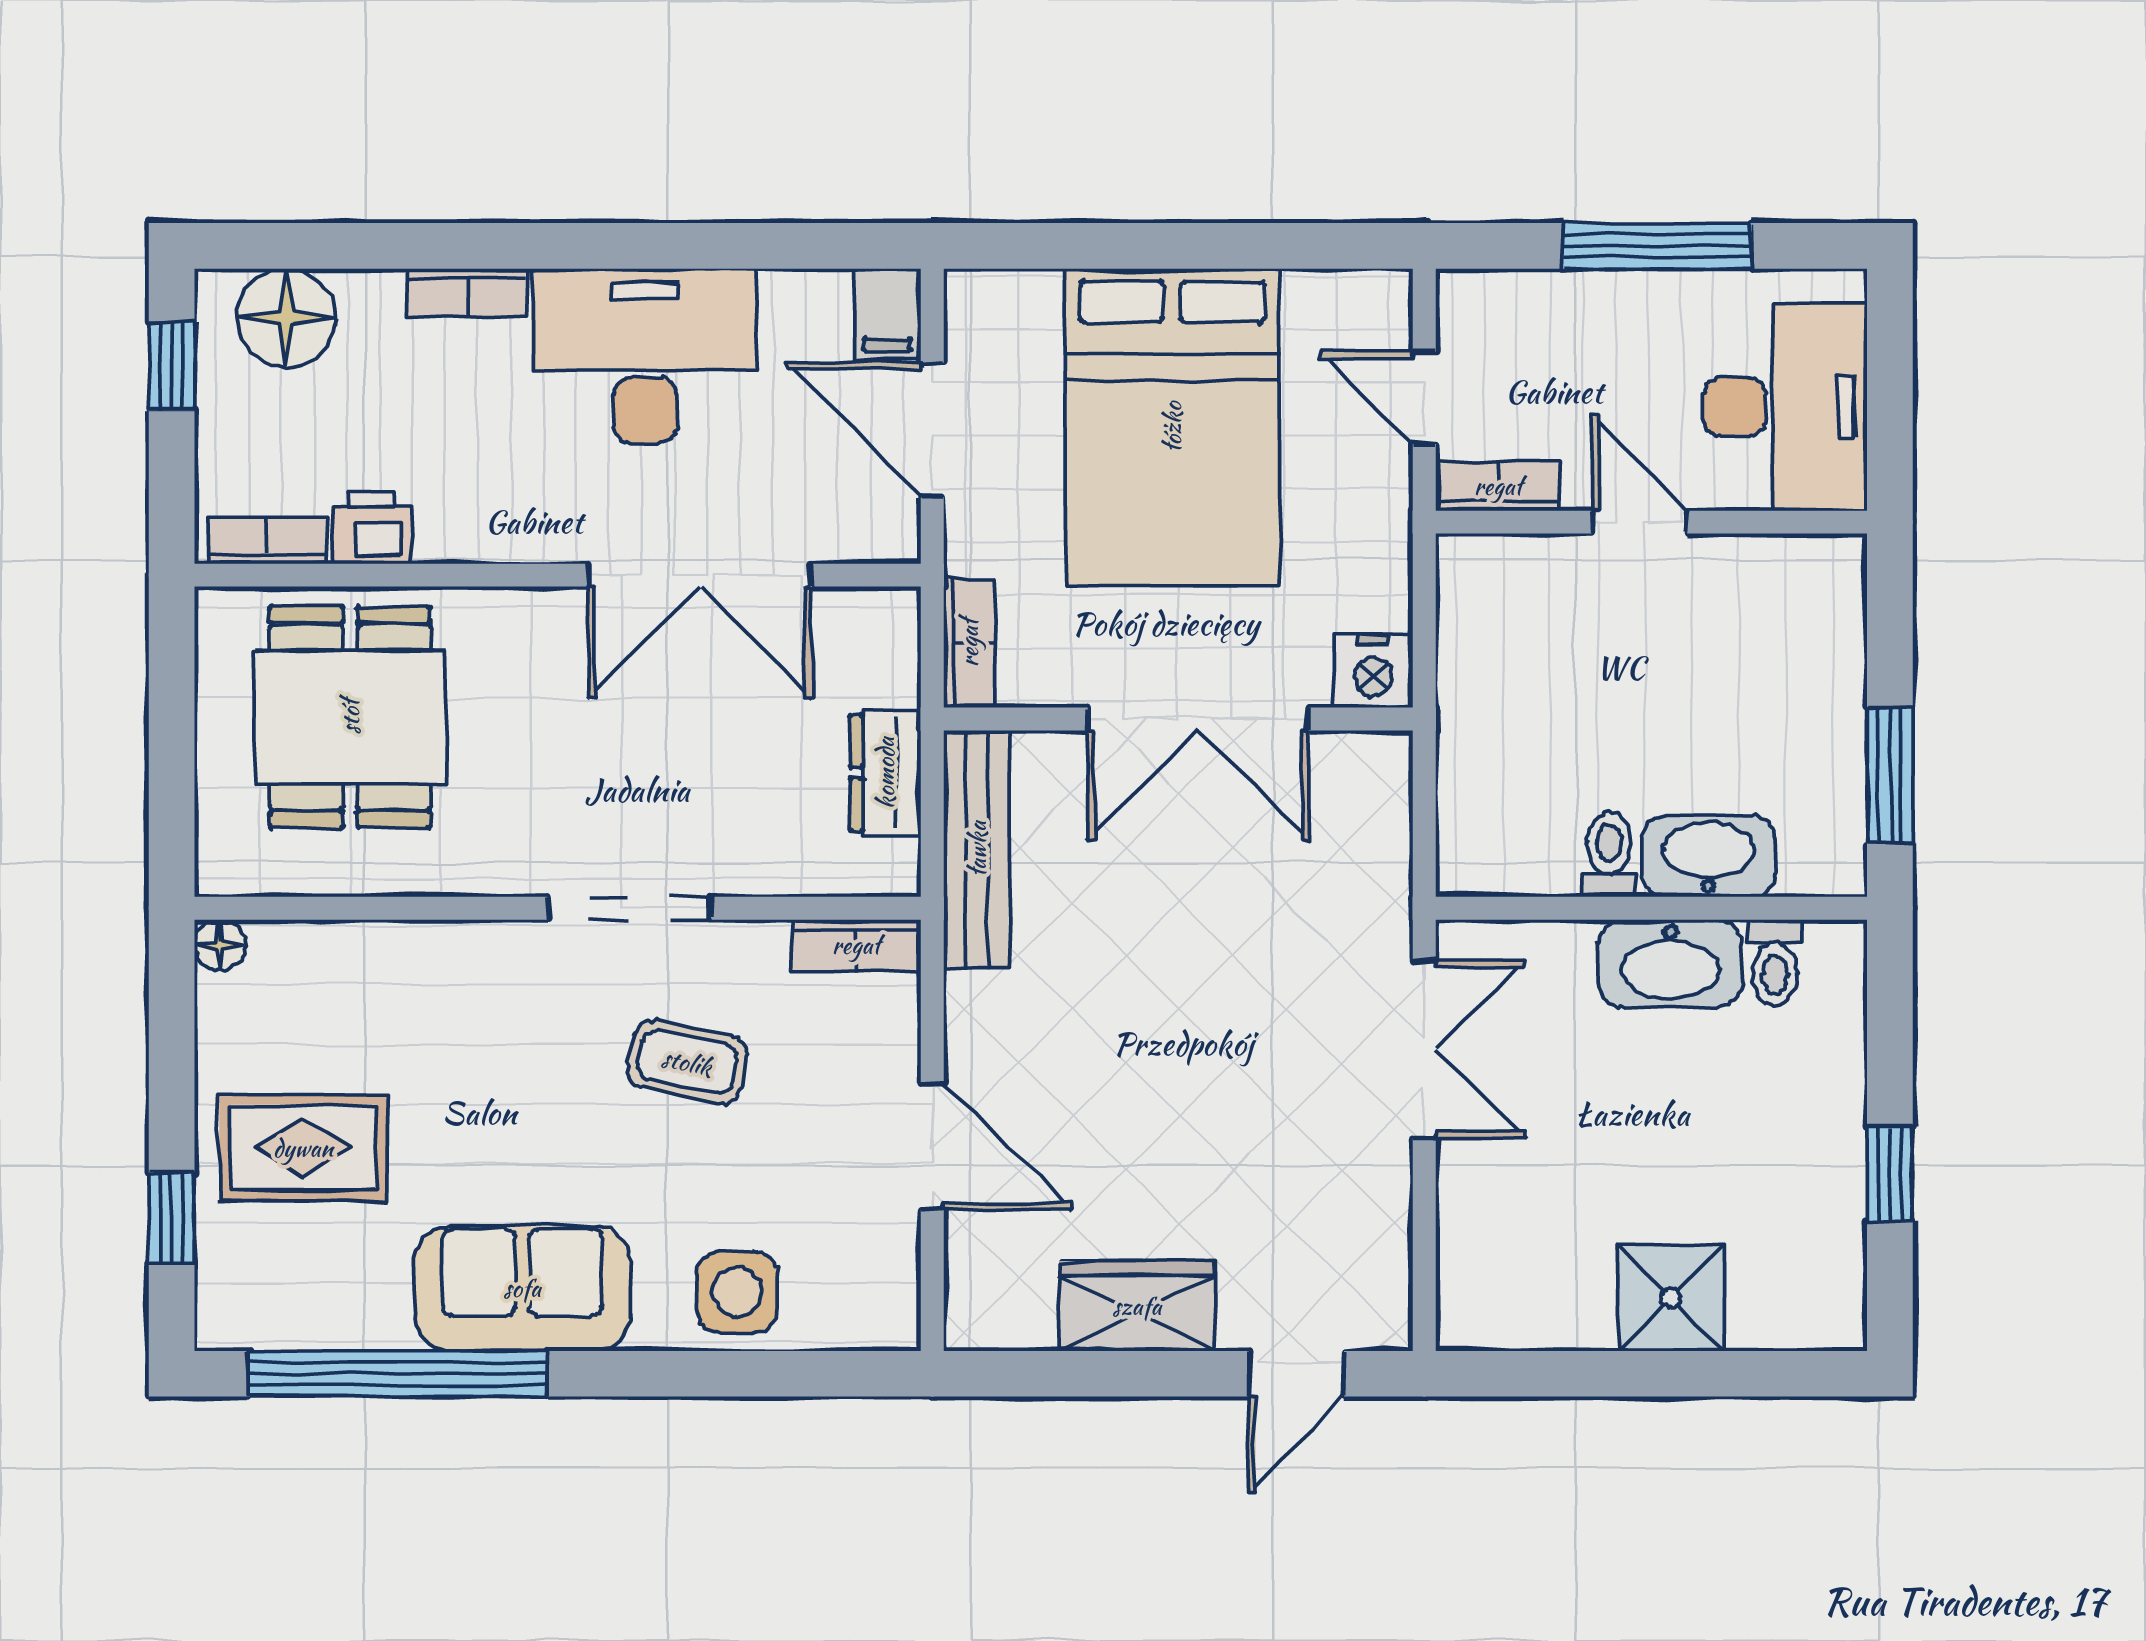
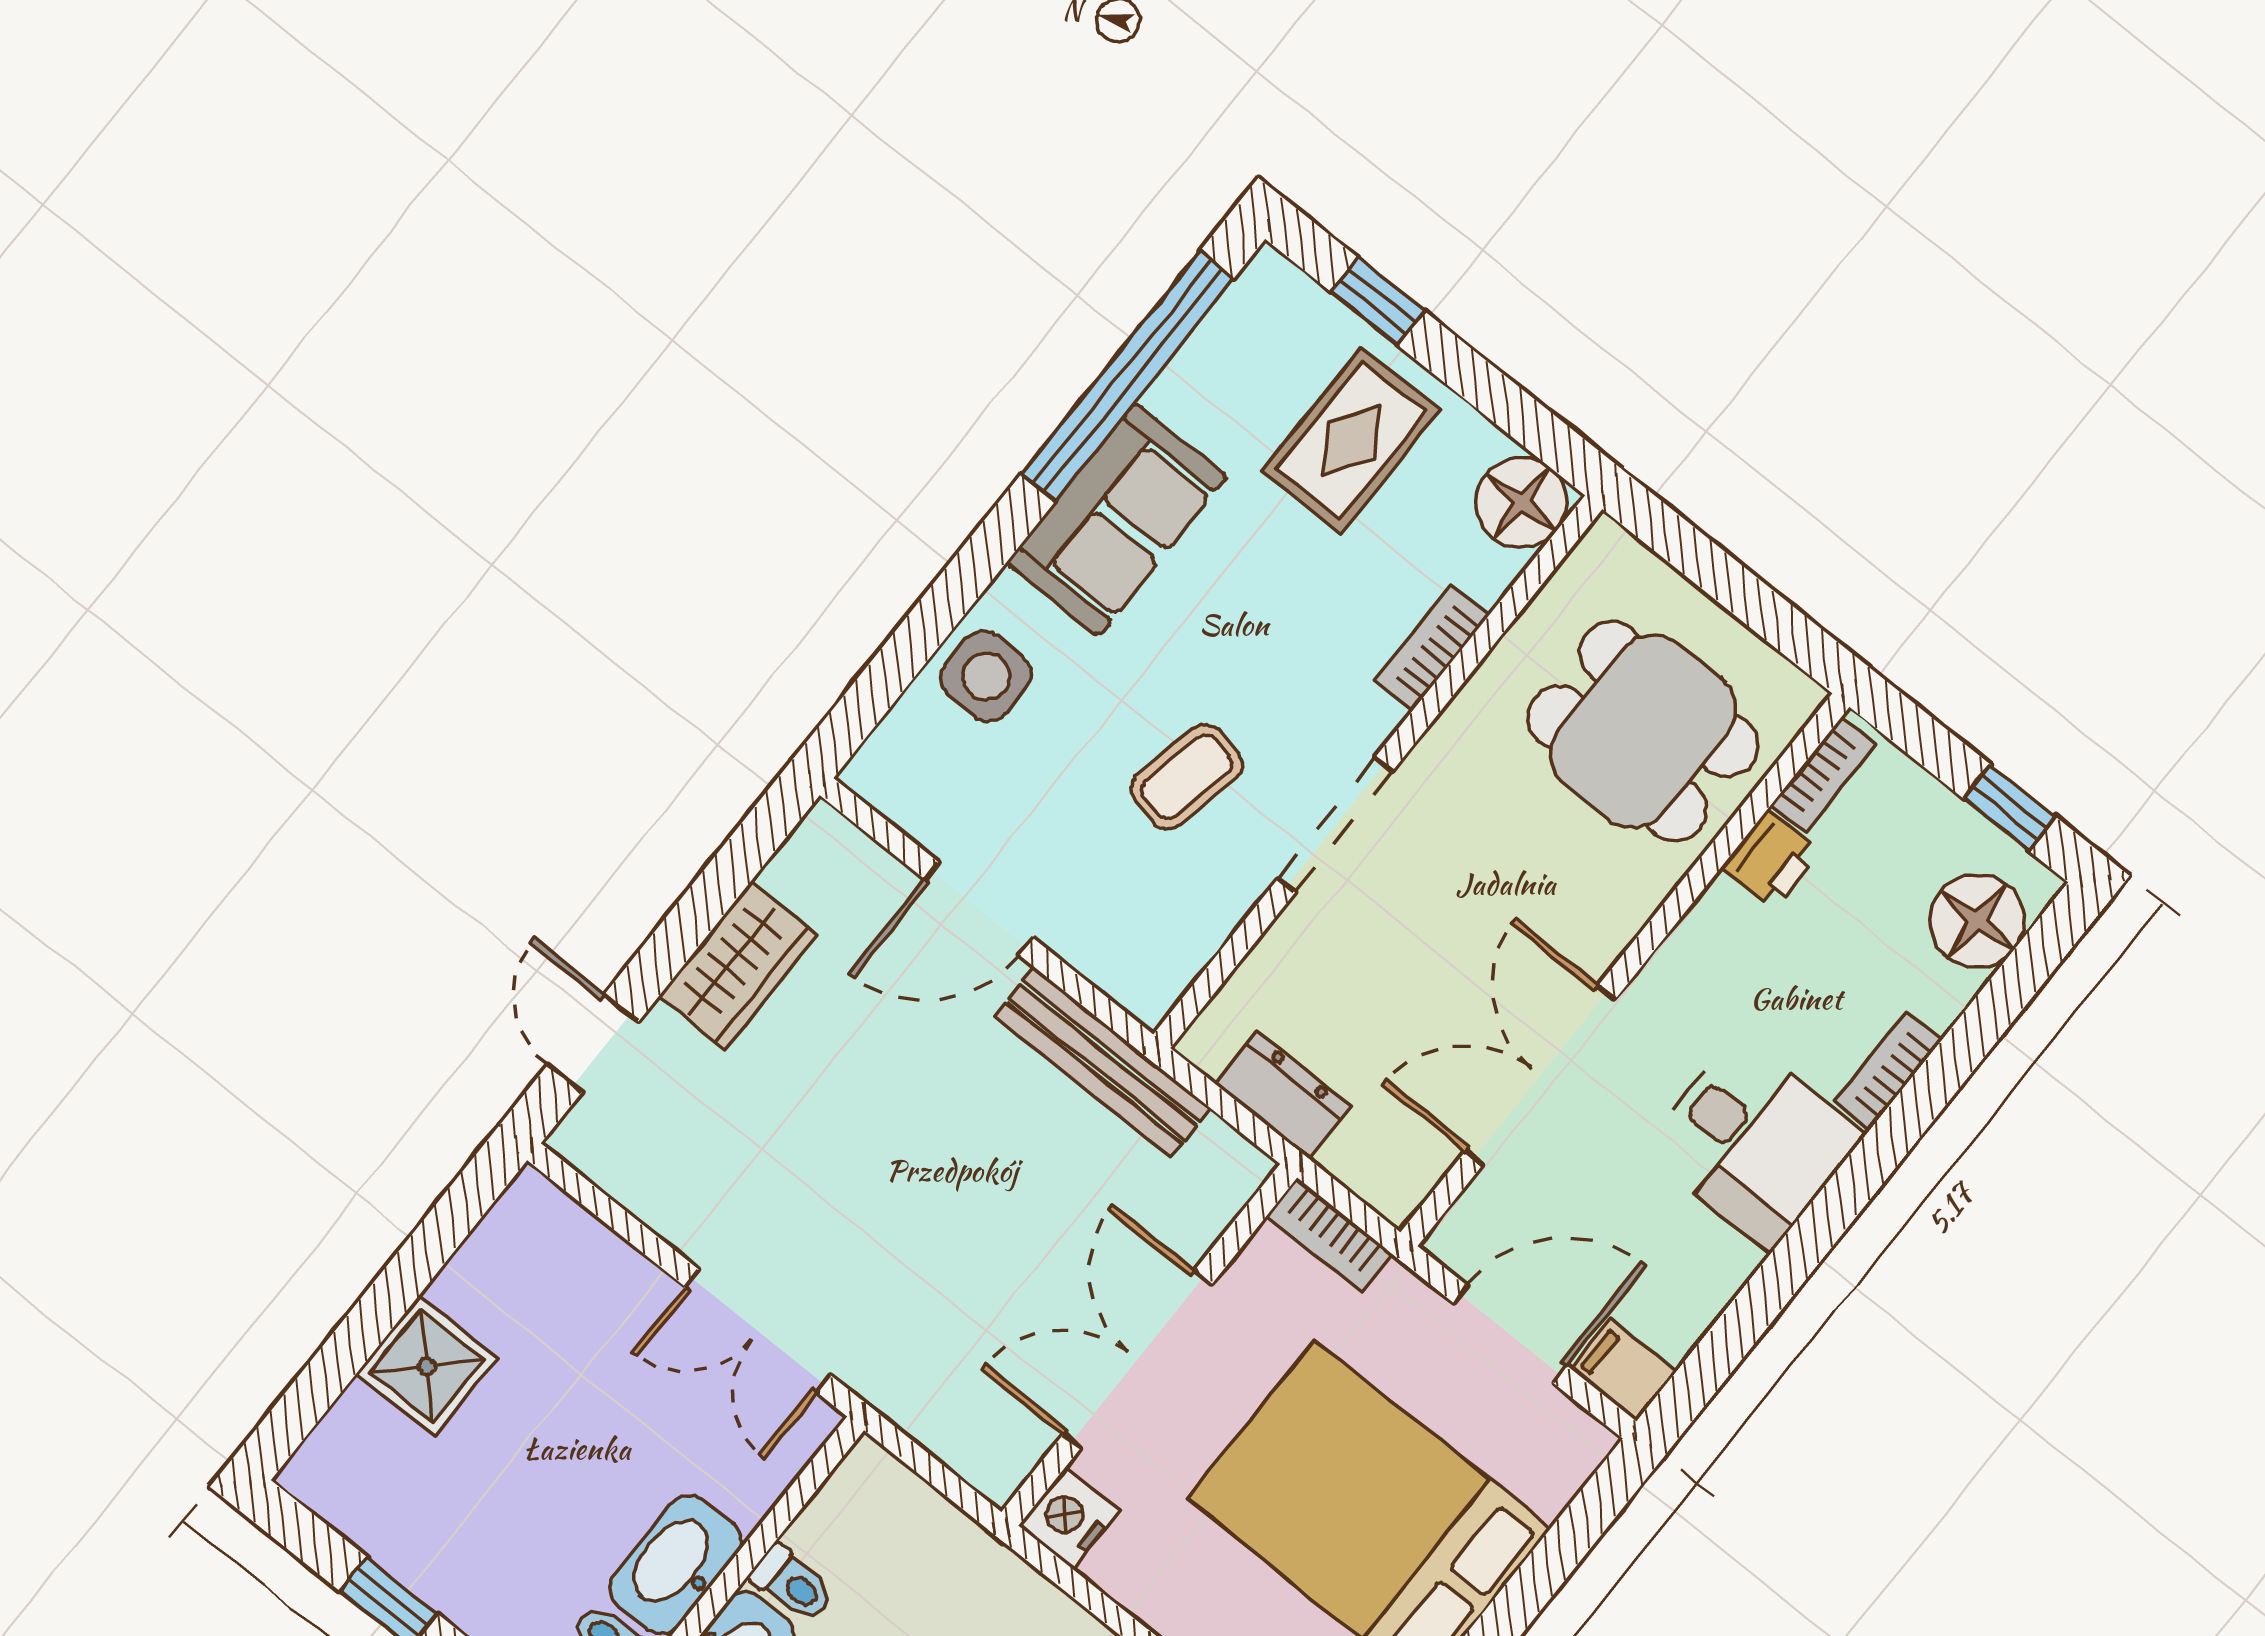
desk: (645, 356) -> (1753, 1143), width x0.73
bench: (977, 849) -> (1103, 1062), moved
floor lamp: (220, 945) -> (1521, 502), width x1.89, depth x1.89
bookcase: (856, 945) -> (1432, 648), moved

